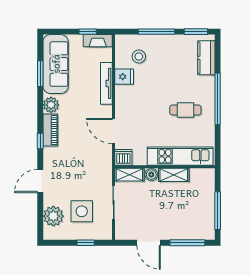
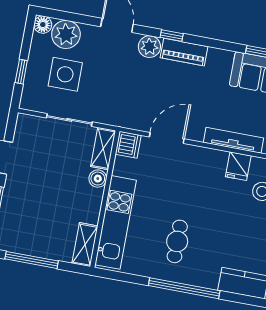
plant: (51, 105) -> (149, 47), moved
shelving: (174, 175) -> (85, 245), moved
floor lamp: (49, 234) -> (43, 25), added

